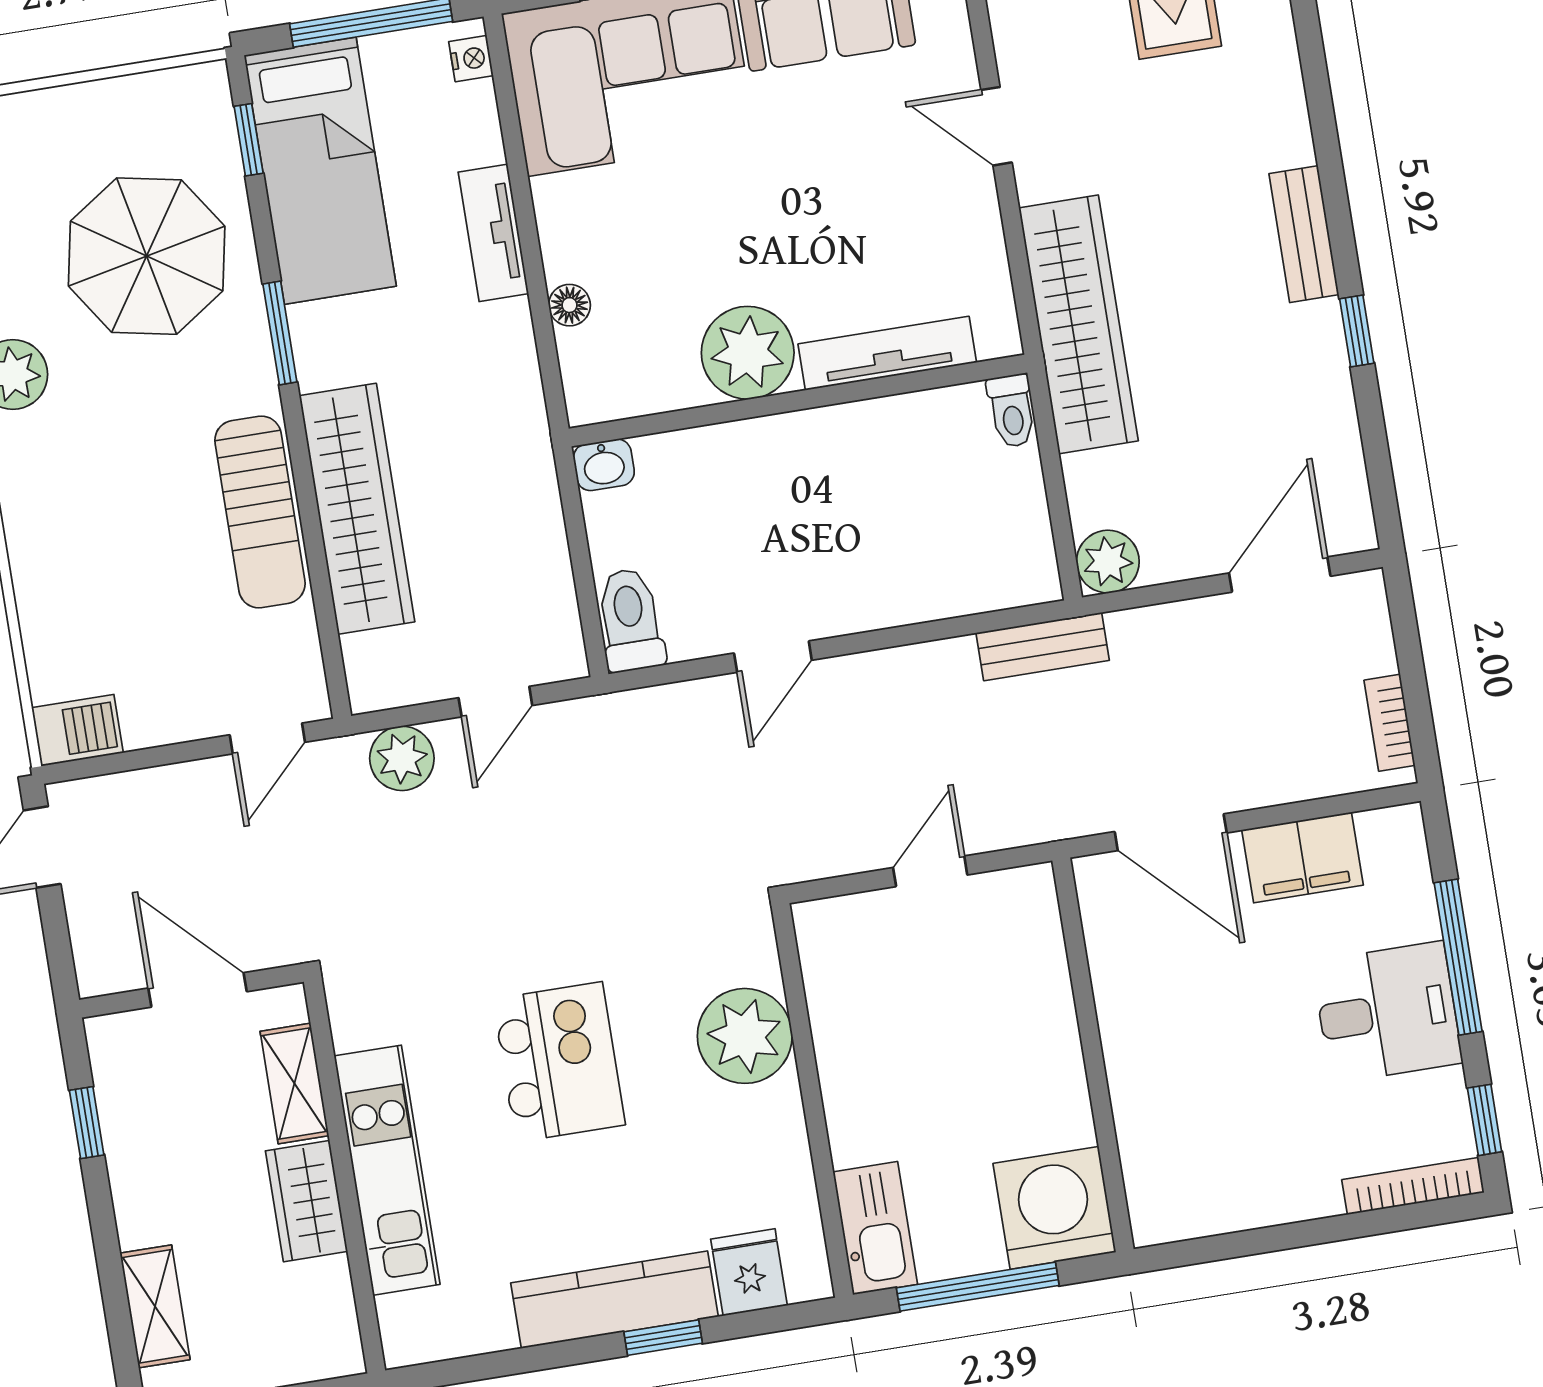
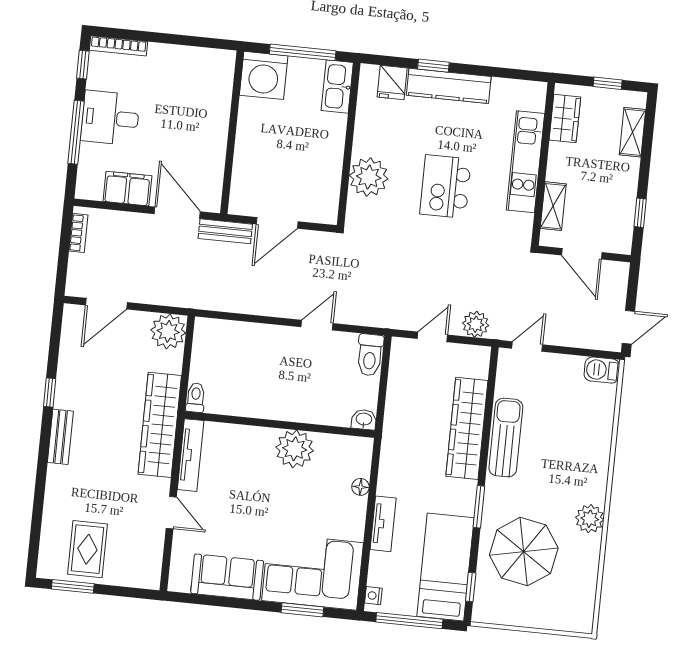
tv unit: (887, 353) -> (191, 455), moved, turned -90
plant: (1108, 562) -> (168, 331), width x1.36, depth x1.36
bench: (1043, 647) -> (225, 231), moved
door: (930, 871) -> (277, 223), width x1.38
wardrobe: (306, 1201) -> (565, 118), moved

